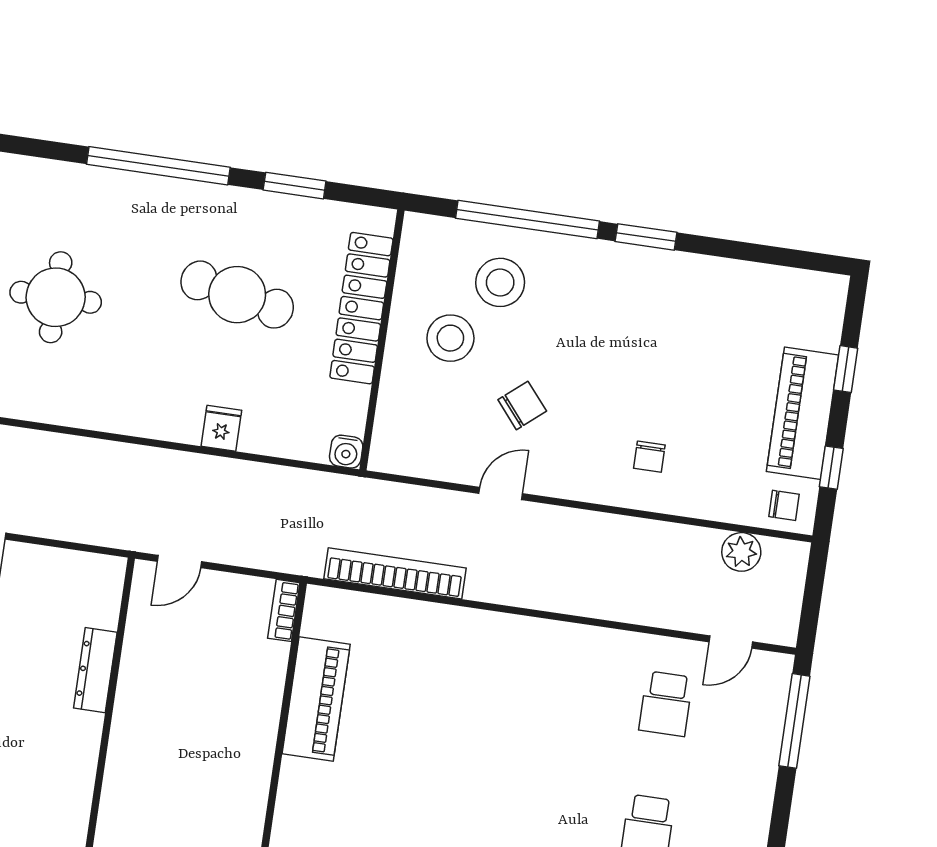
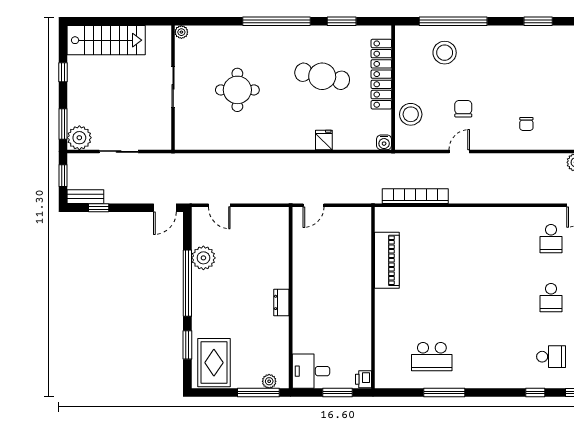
window: (646, 237) -> (538, 21), moved
stool: (450, 338) -> (411, 114), moved
chair: (522, 405) -> (463, 109), turned -50
bookcase: (284, 610) -> (366, 221), removed
dresser: (95, 670) -> (281, 302), moved, width x0.70

